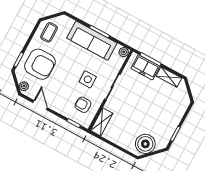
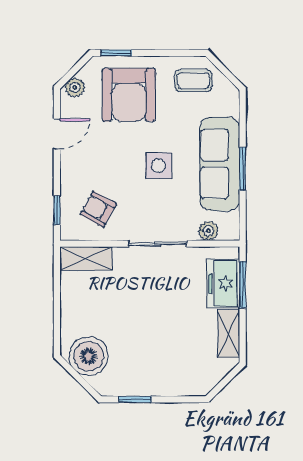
plant: (124, 52) -> (208, 231), moved
side table: (88, 79) -> (159, 166), moved
armchair: (83, 105) -> (98, 209), turned -61

